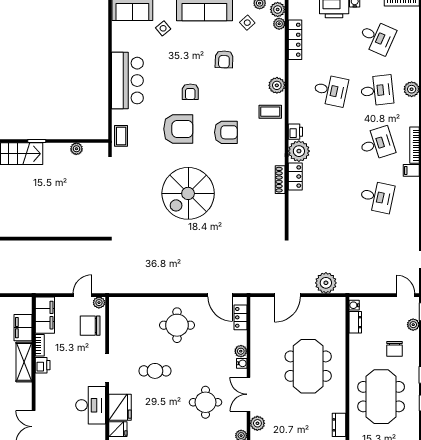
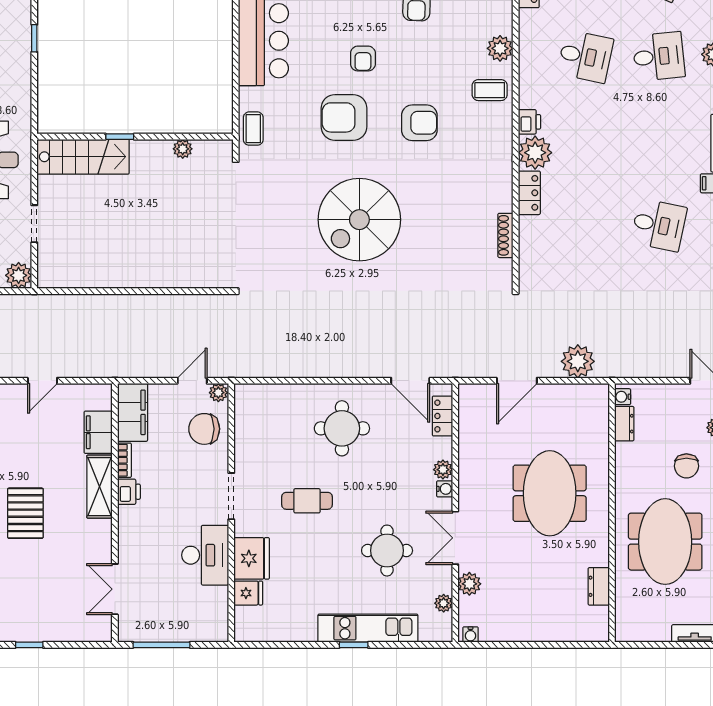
armchair: (178, 129) -> (344, 117), turned 180
desk: (377, 144) -> (659, 141), removed
shoe rack: (280, 180) -> (505, 235), moved

